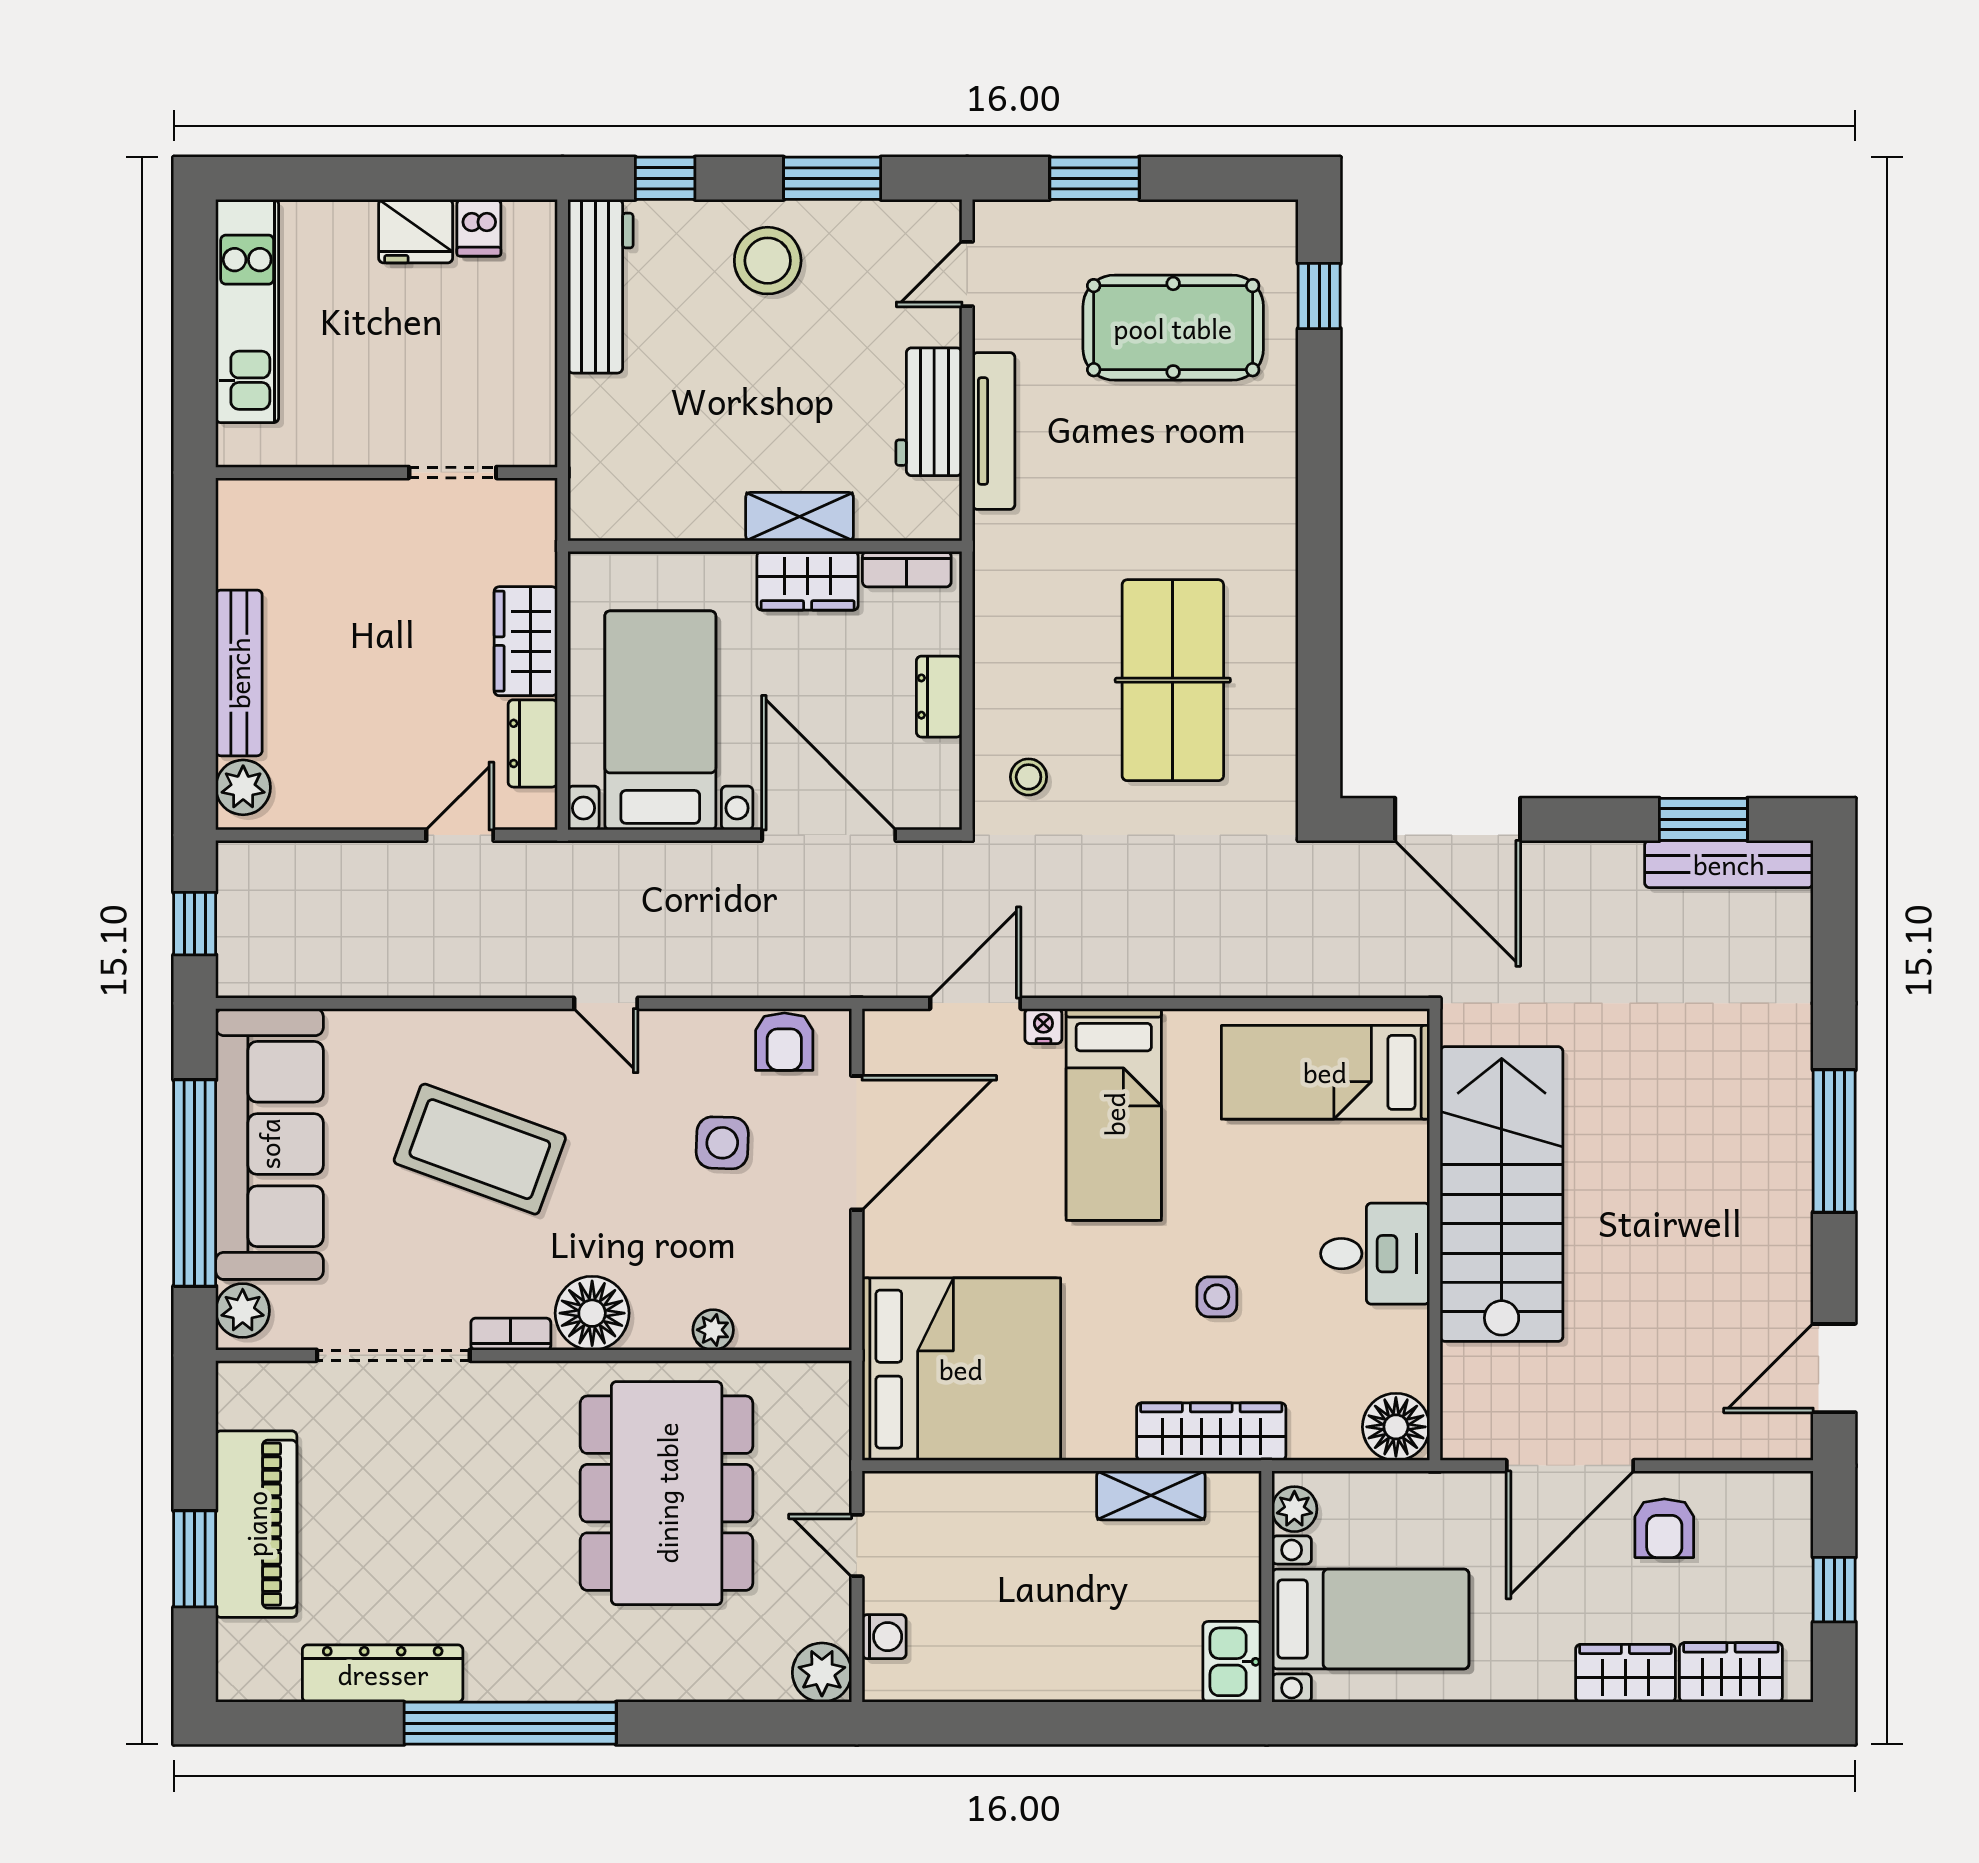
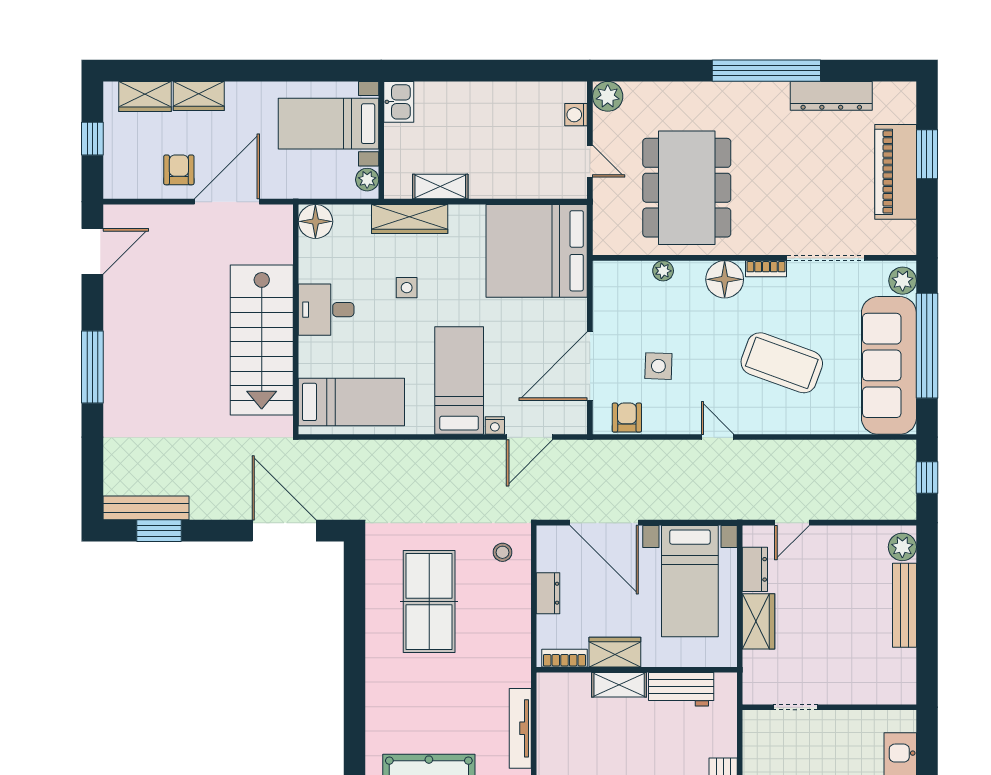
workbench: (929, 412) -> (681, 689), moved, turned 90

